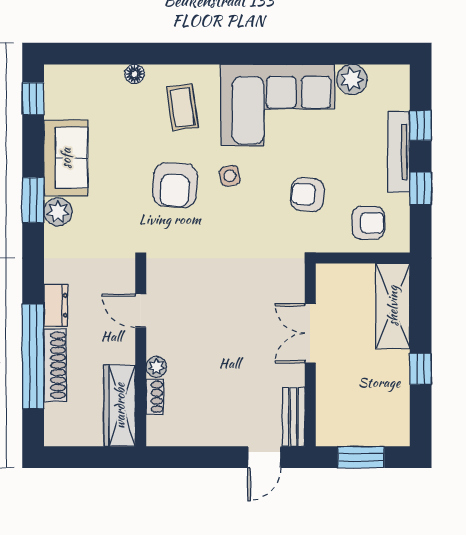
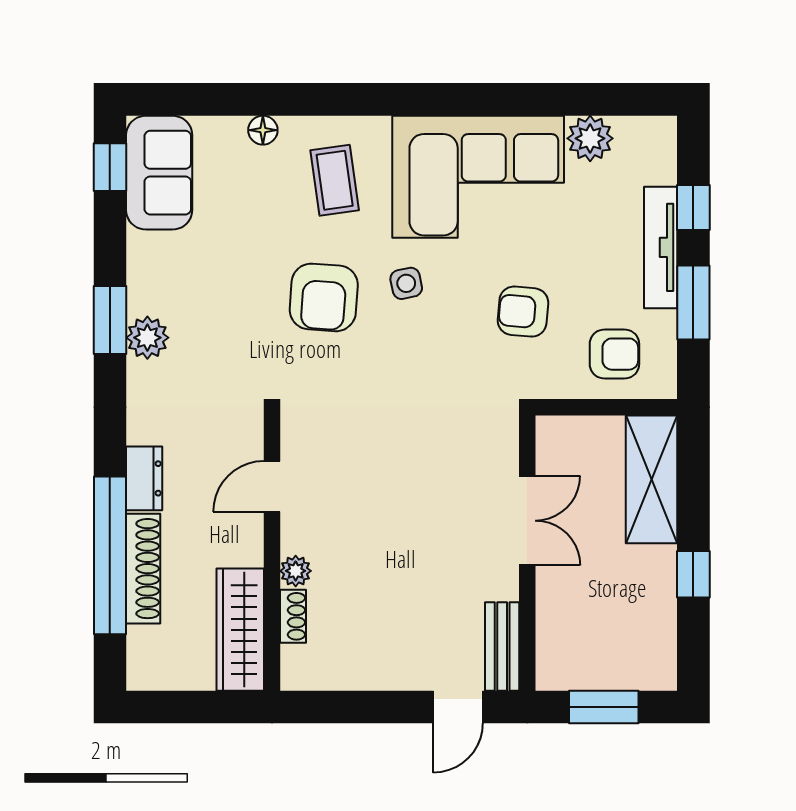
sofa: (66, 158) -> (159, 173), moved
window: (421, 189) -> (693, 303), width x1.50
door: (141, 311) -> (272, 486), hinge flipped
double door: (310, 333) -> (527, 521), swing flipped

